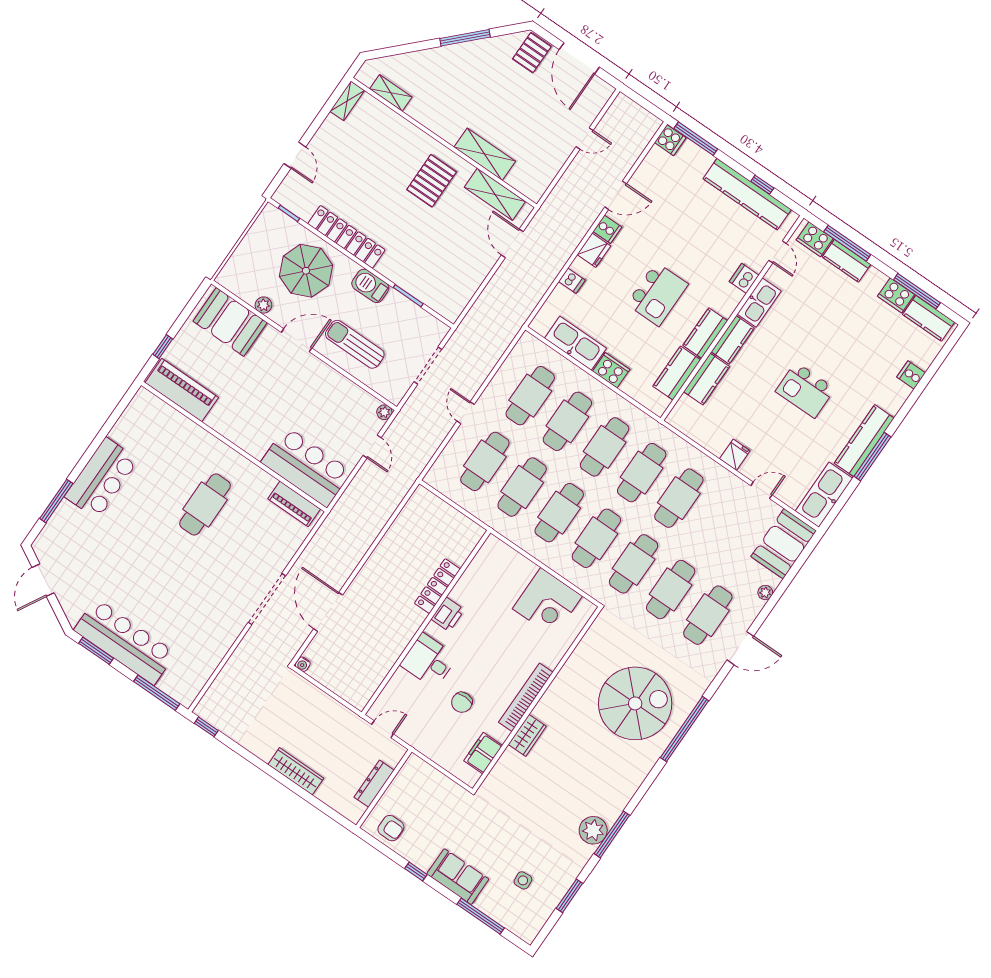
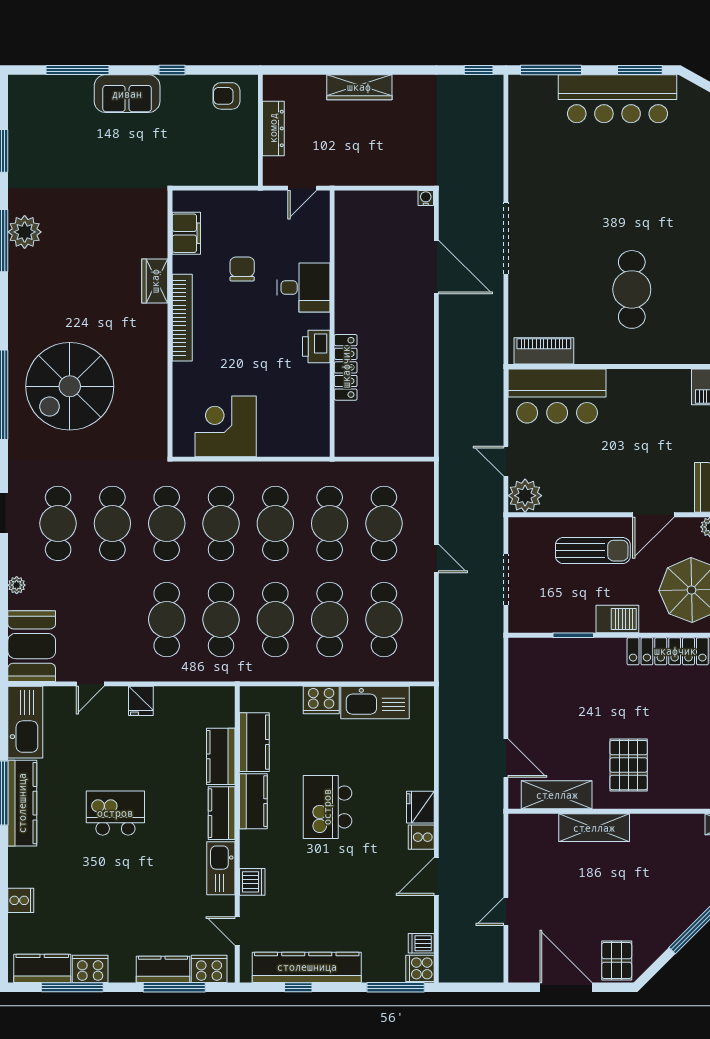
dishwasher: (572, 281) -> (421, 943), moved
plant: (384, 412) -> (525, 496), width x1.88, depth x1.88
side table: (523, 880) -> (60, 134), removed

